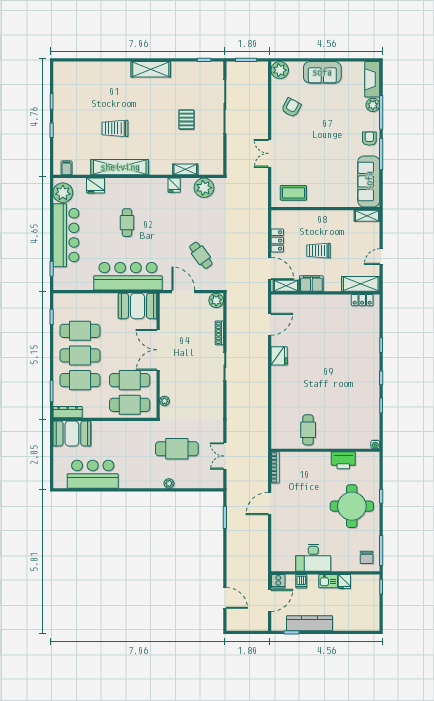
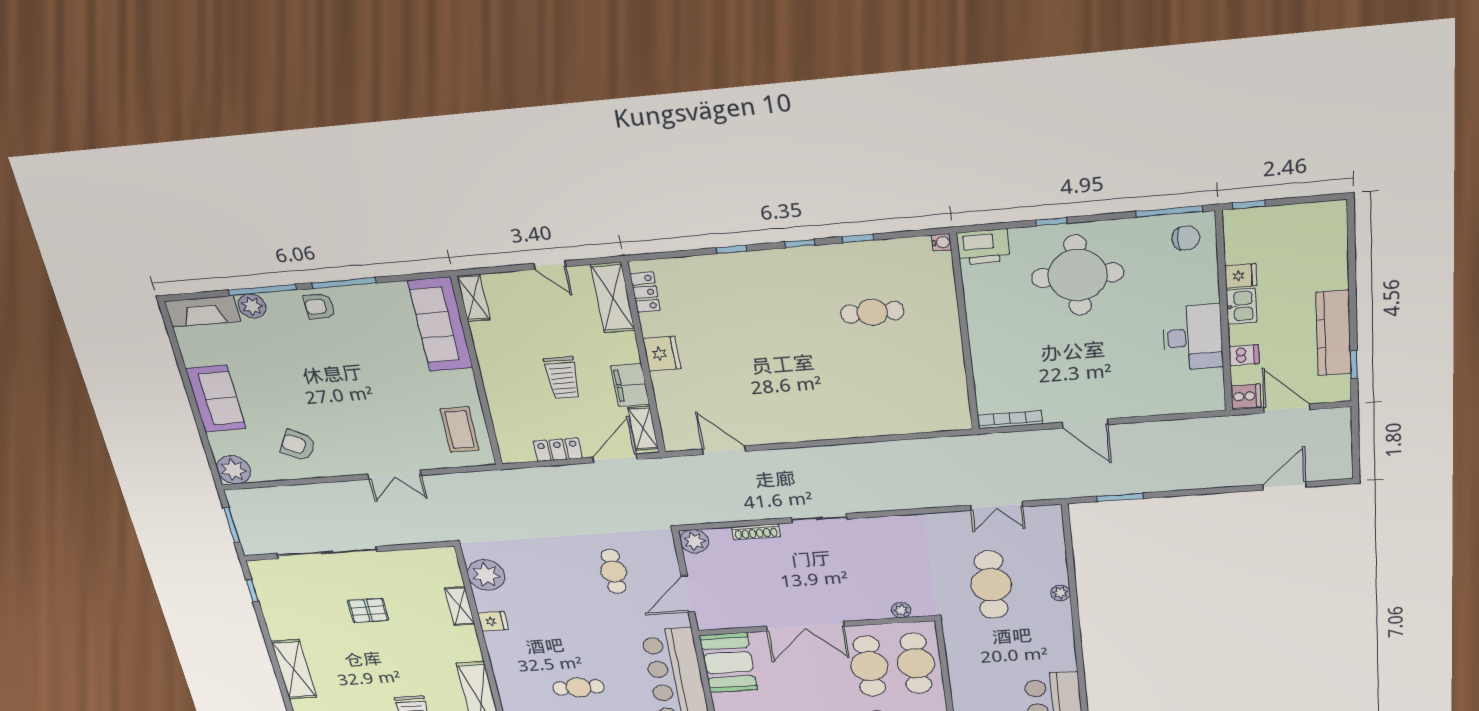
sofa: (369, 181) -> (440, 324), moved, turned 90
cafe table: (201, 255) -> (614, 571), turned -54
fridge: (279, 356) -> (662, 354), moved, turned 90
cafe table: (308, 430) -> (872, 312), moved
printer: (343, 460) -> (983, 247), moved, turned 90

